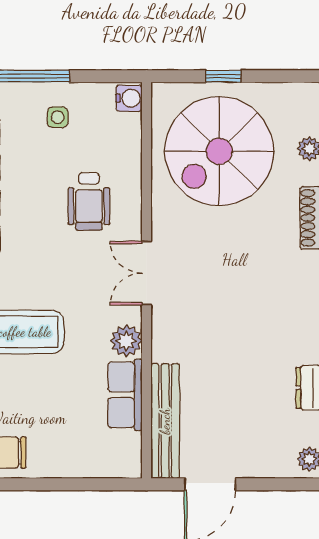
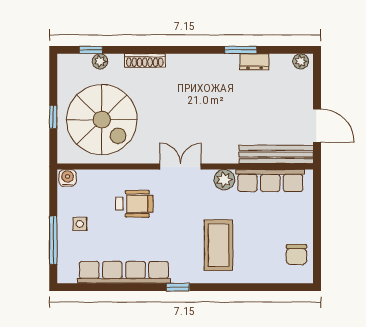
double door: (146, 273) -> (180, 167), swing flipped
row of seats: (125, 395) -> (270, 180), width x1.48

